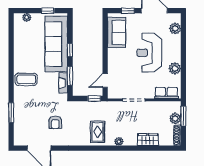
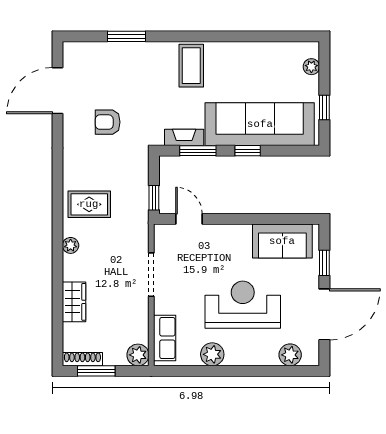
window: (183, 116) -> (96, 371), moved
plant: (175, 119) -> (138, 355), moved

